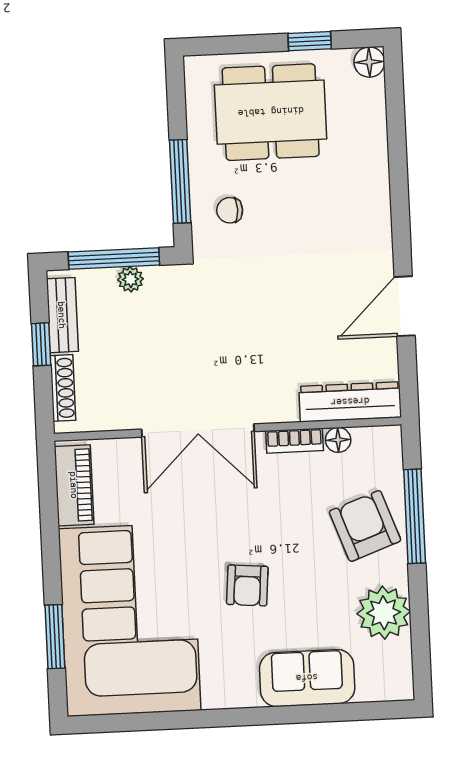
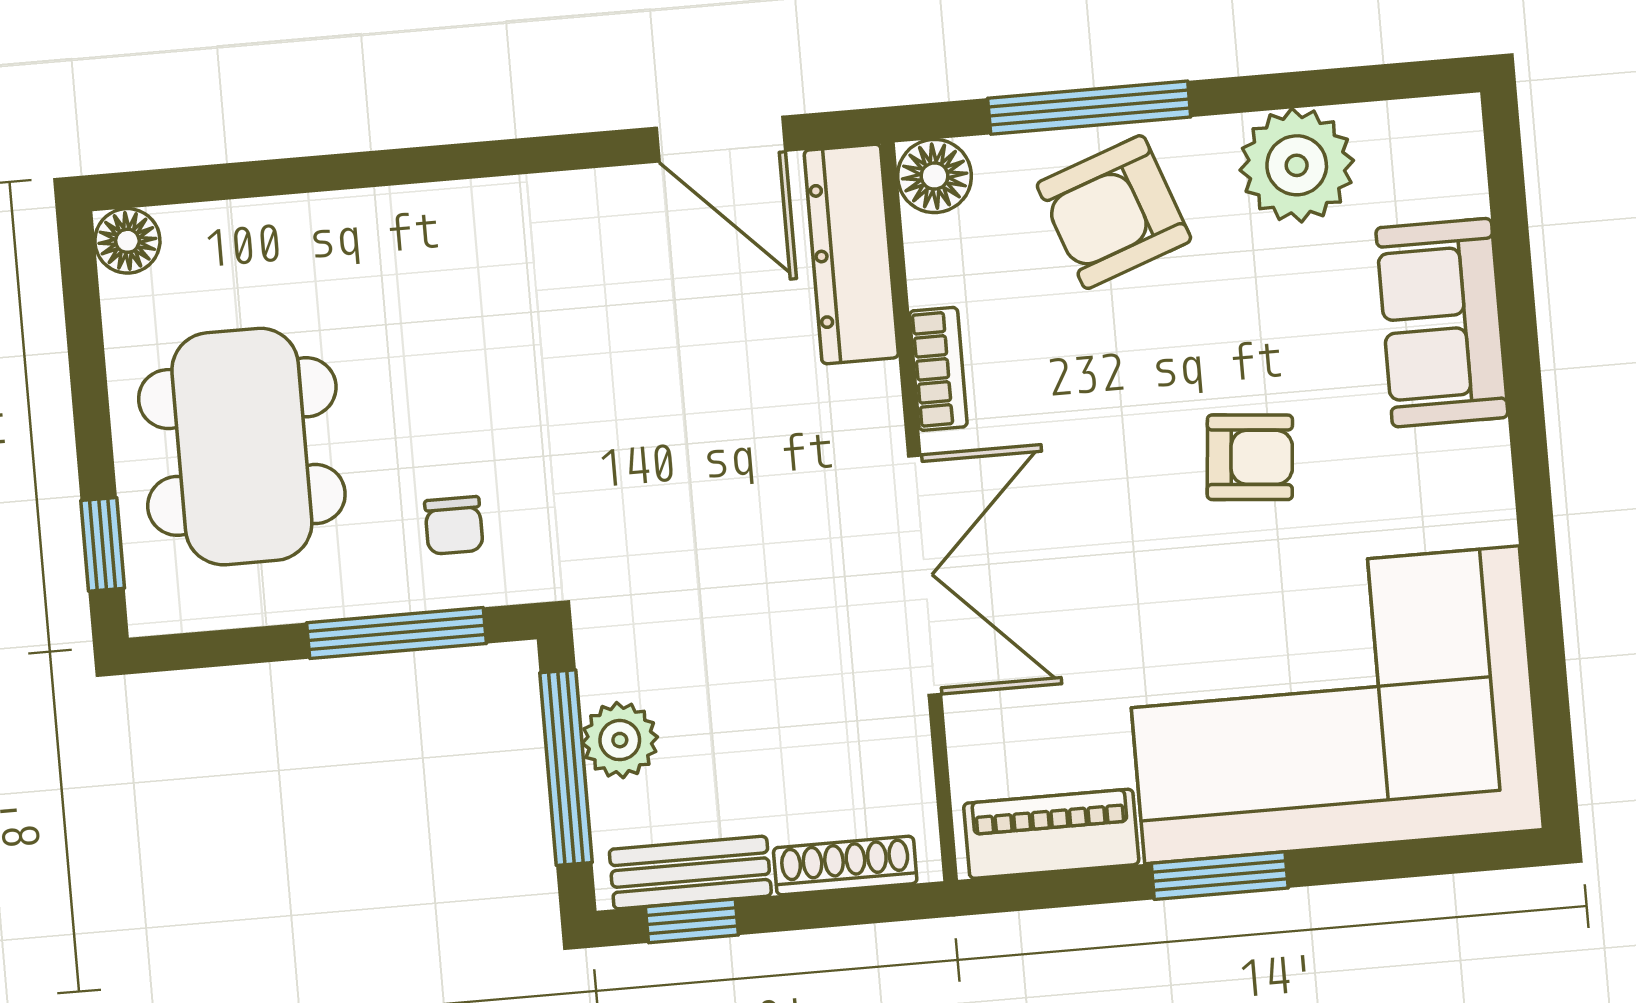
window: (310, 41) -> (103, 544), moved
plant: (130, 279) -> (620, 740), width x1.38, depth x1.38
door: (405, 306) -> (721, 139), moved
window: (41, 344) -> (692, 921), moved
floor lamp: (338, 440) -> (935, 176), moved, width x1.37, depth x1.37
window: (55, 637) -> (1220, 876), moved

